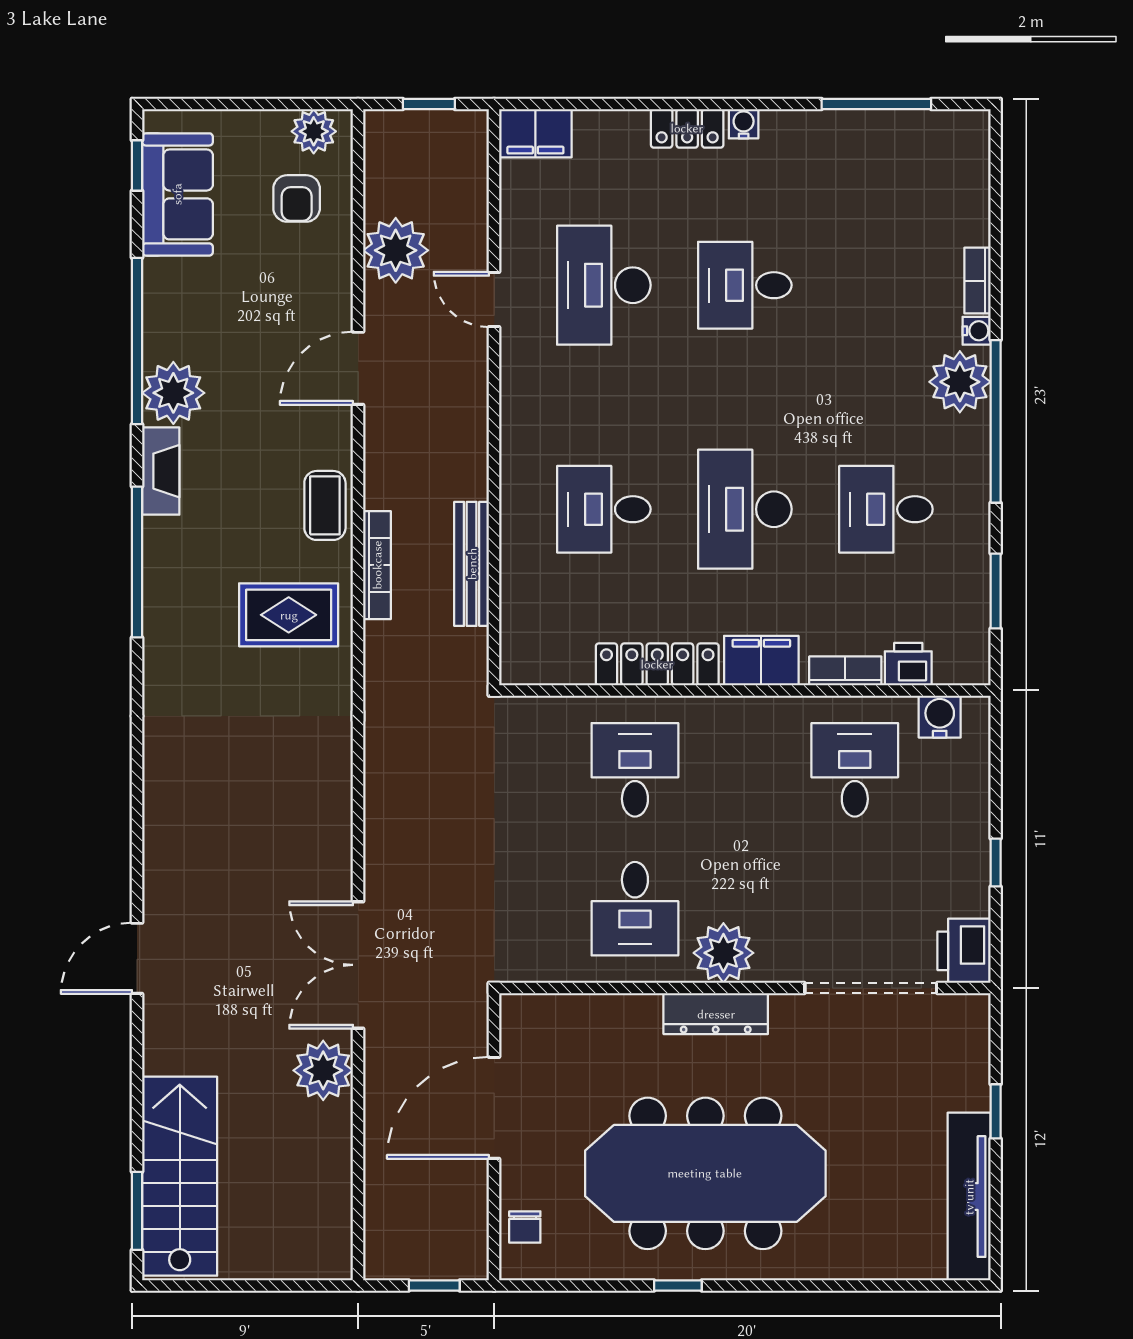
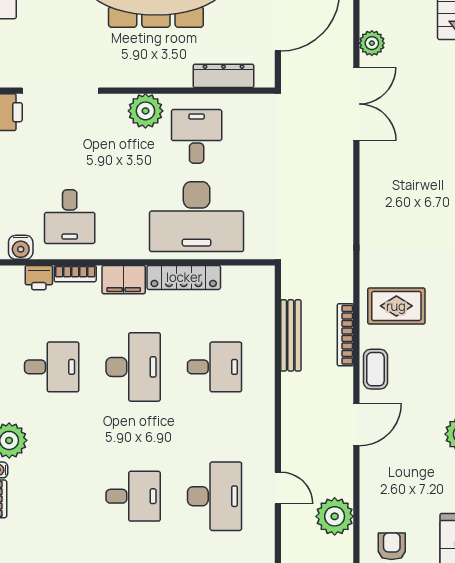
door: (358, 368) -> (356, 425), moved
desk: (635, 770) -> (197, 217), width x1.87, depth x1.30
dresser: (716, 1014) -> (223, 76), moved
plant: (323, 1070) -> (372, 43), width x0.73, depth x0.73

